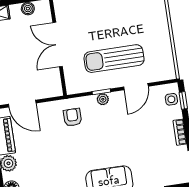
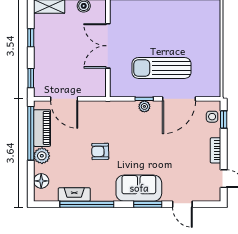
door: (136, 87) -> (179, 99), width x1.36
armchair: (72, 117) -> (100, 151), moved, turned -91

